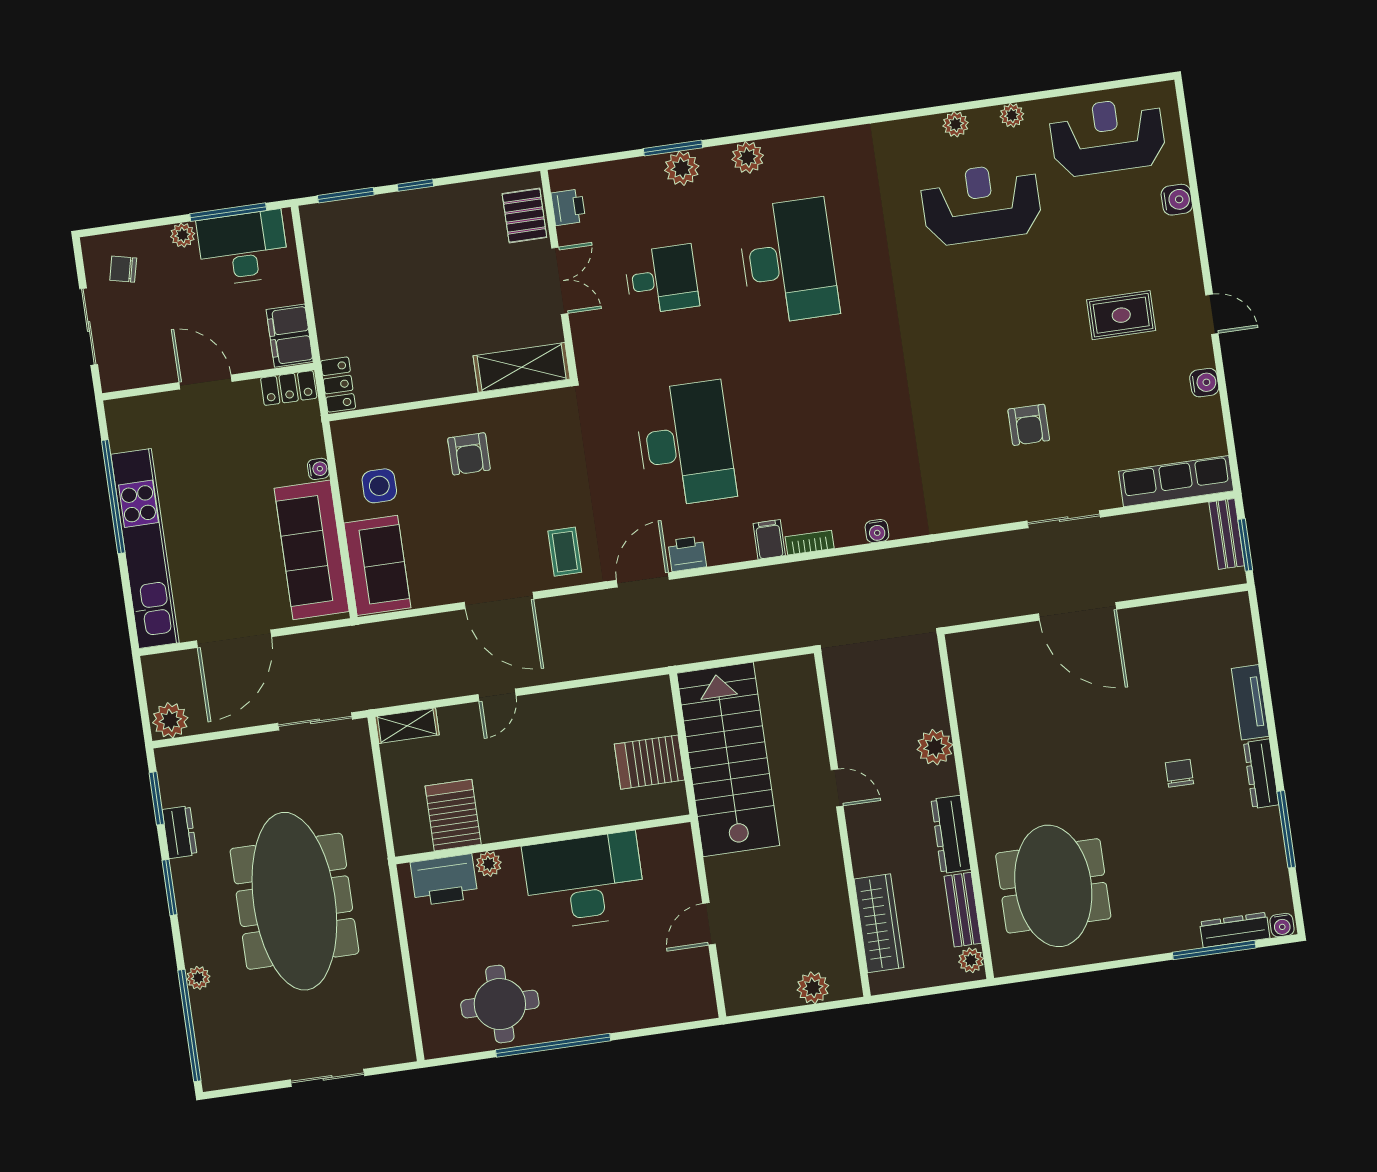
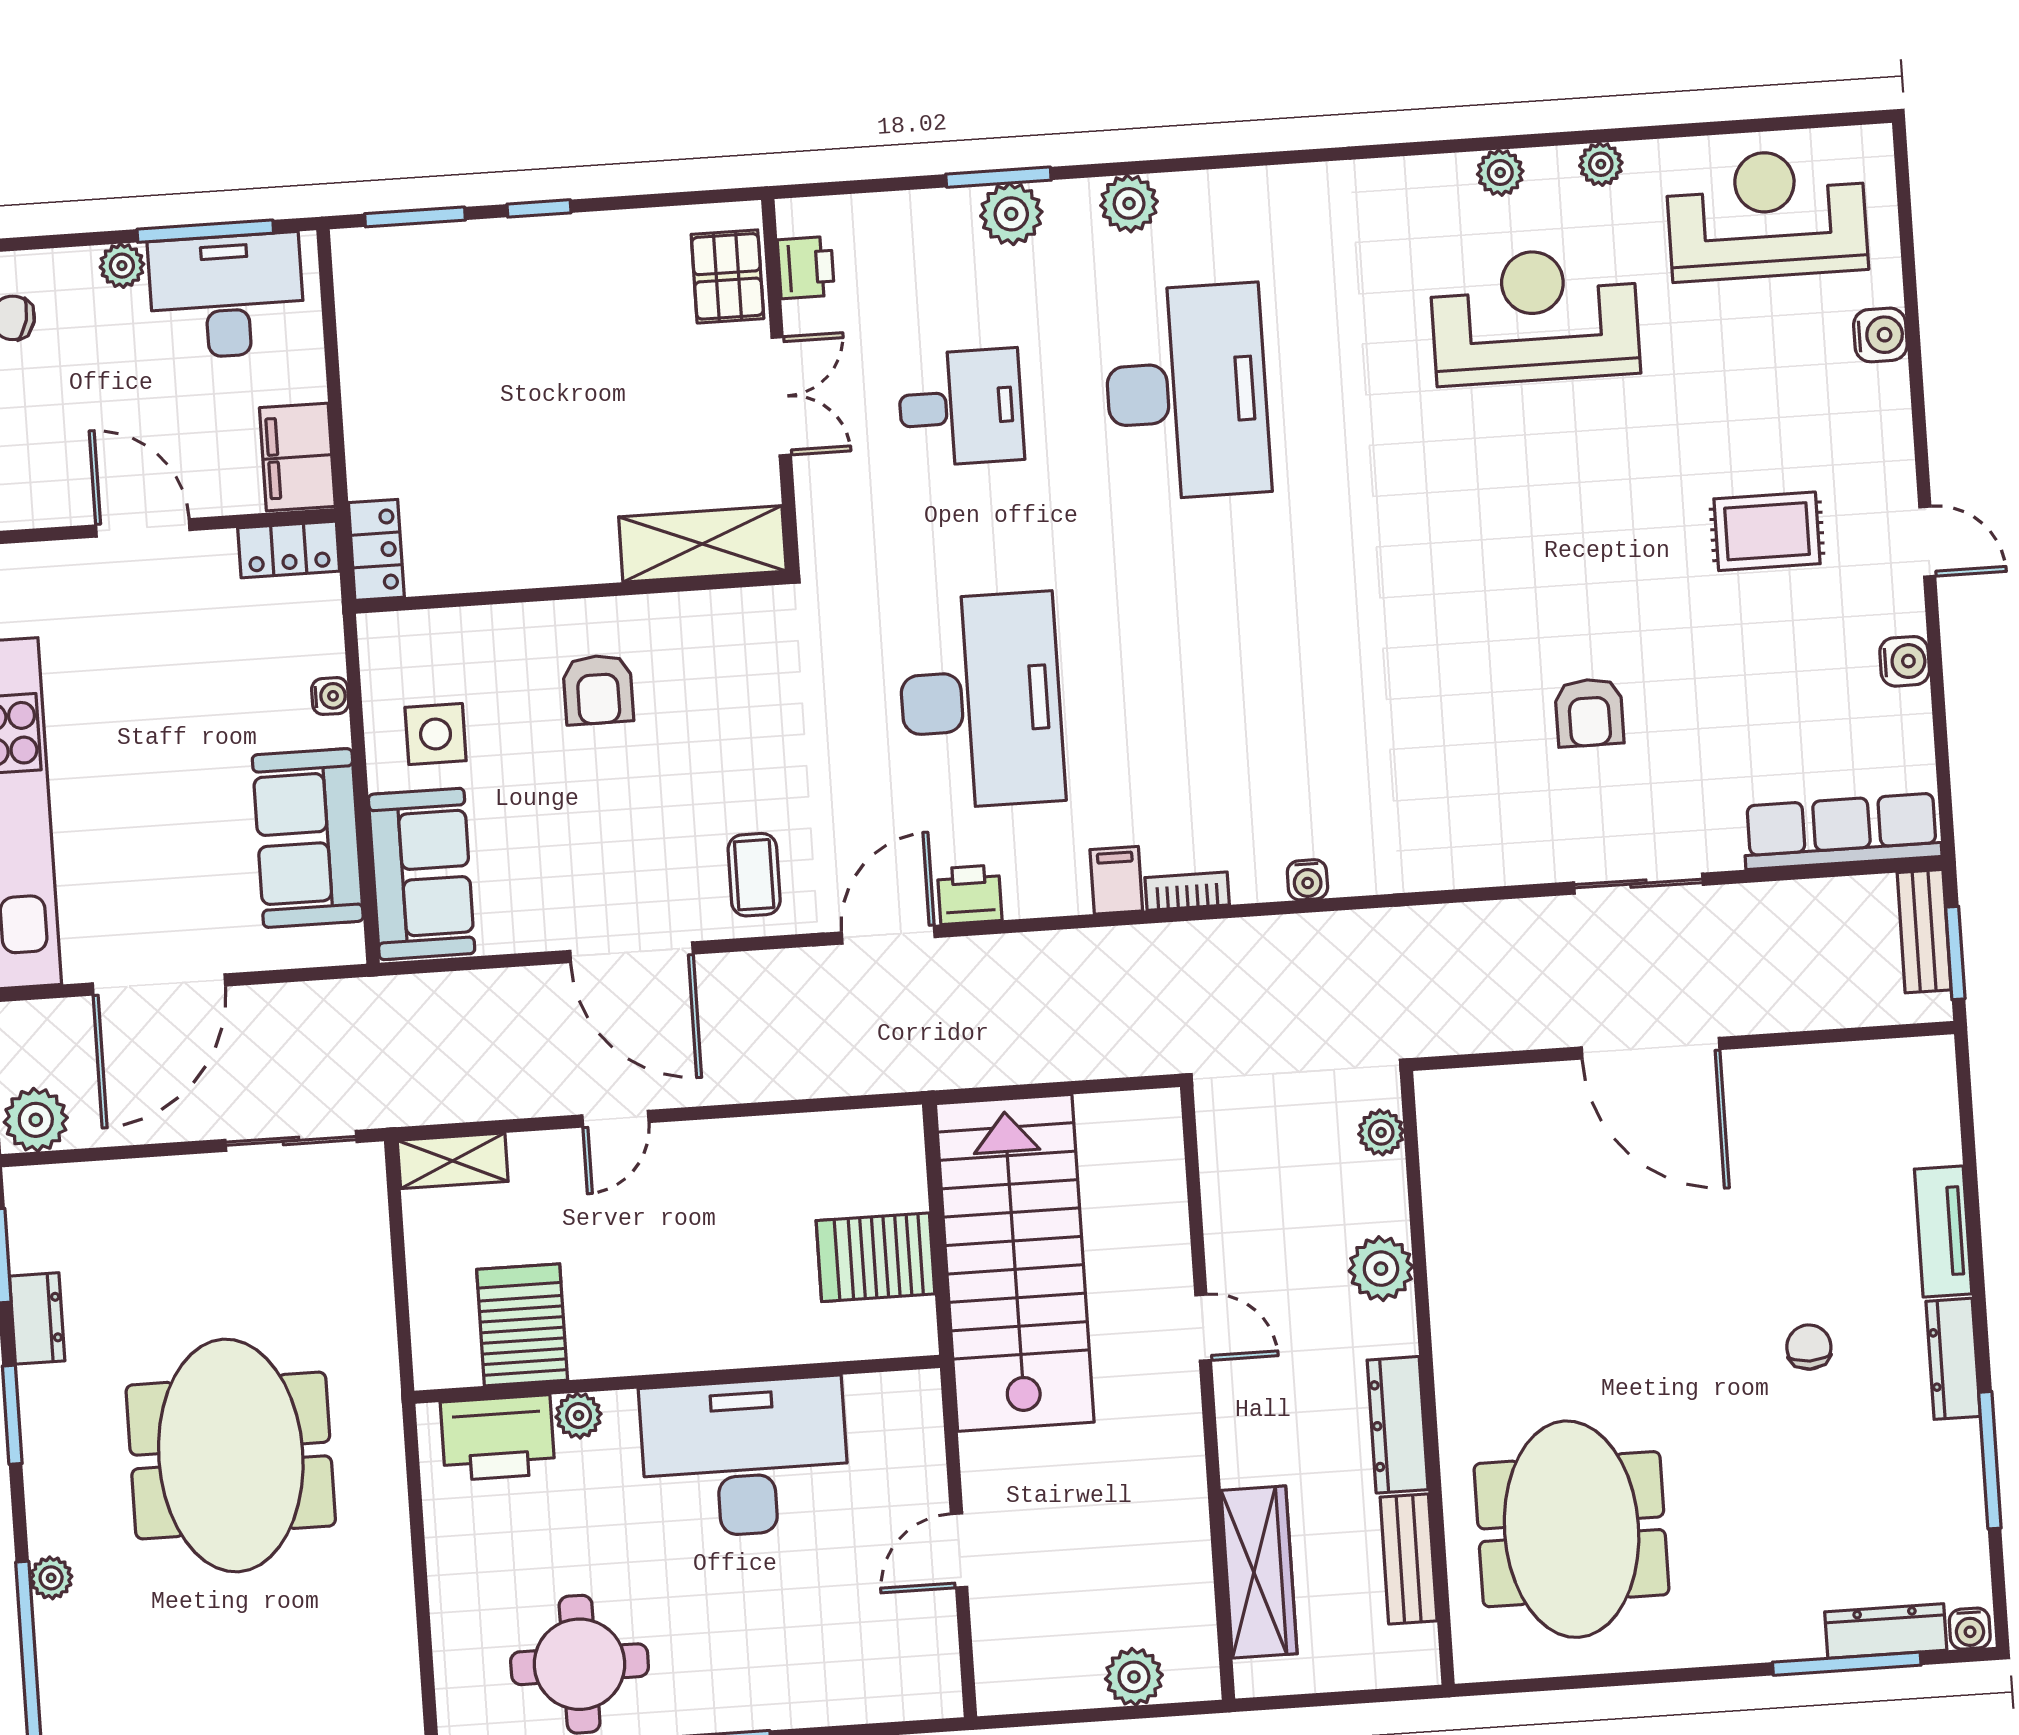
sofa: (312, 550) -> (308, 838), width x0.73
meeting table: (294, 901) -> (231, 1455), width x0.73
plant: (971, 960) -> (1381, 1132), moved

